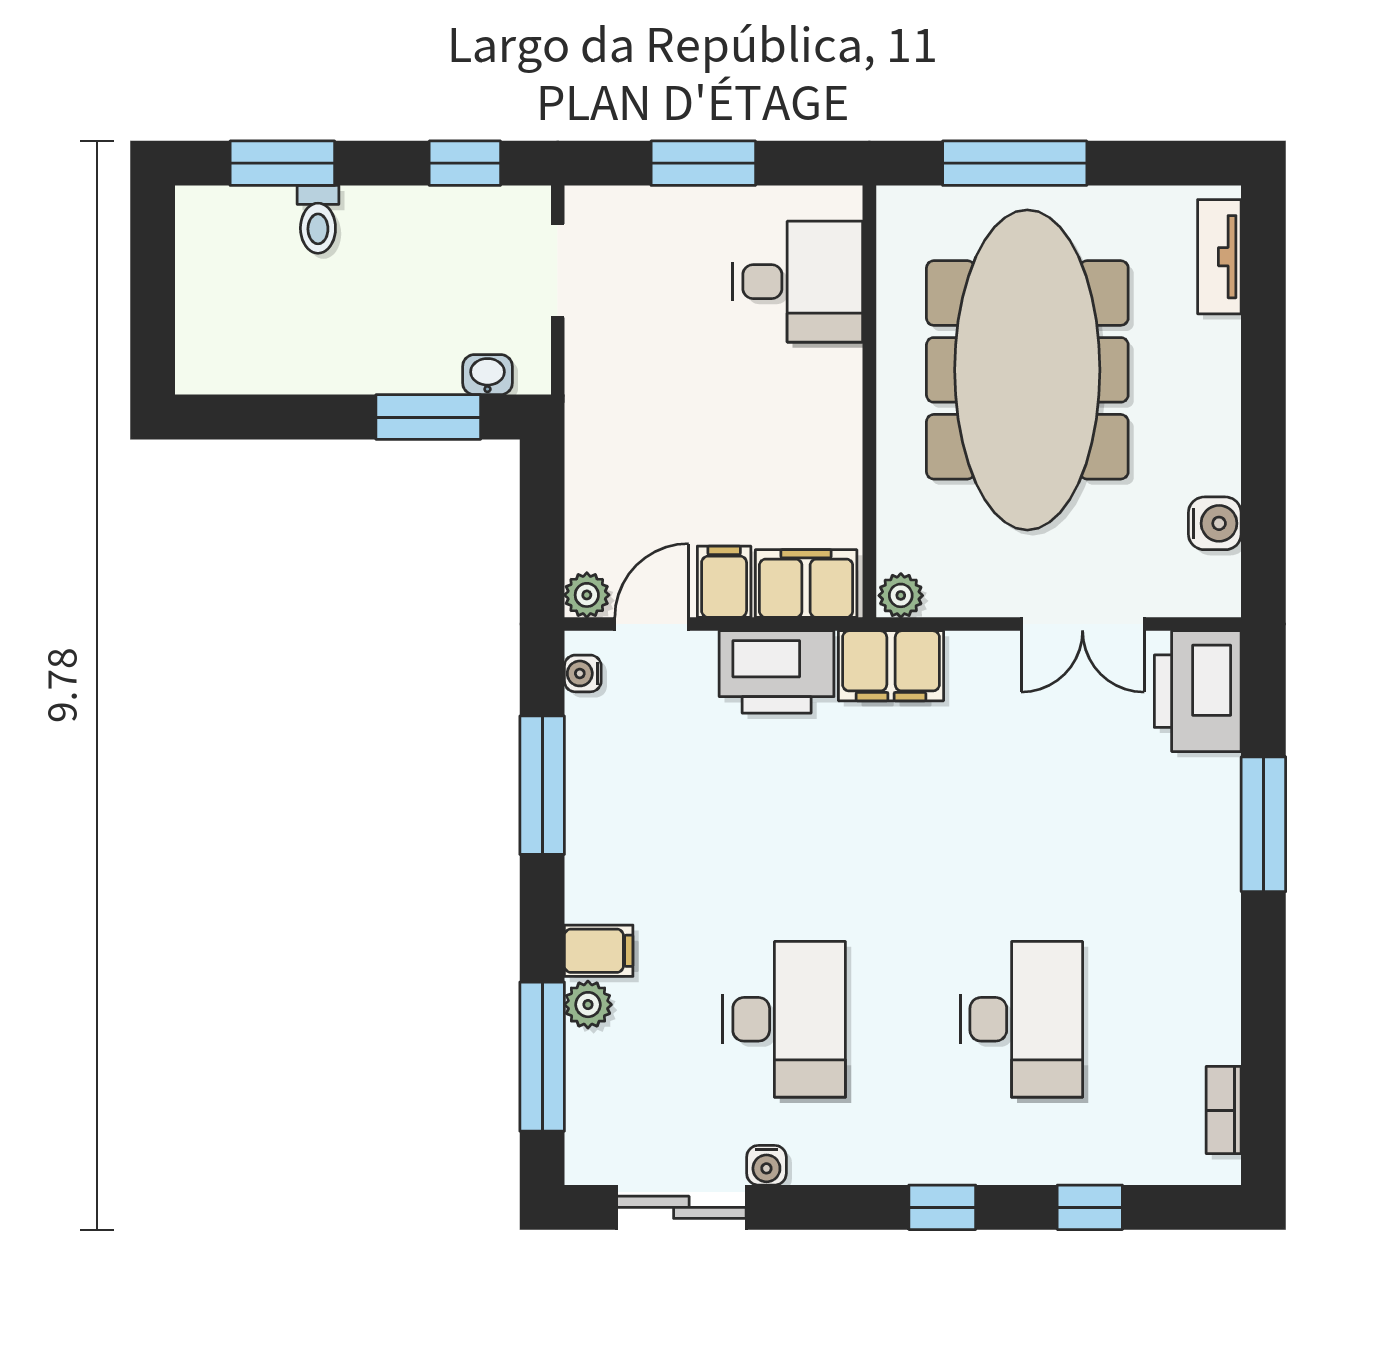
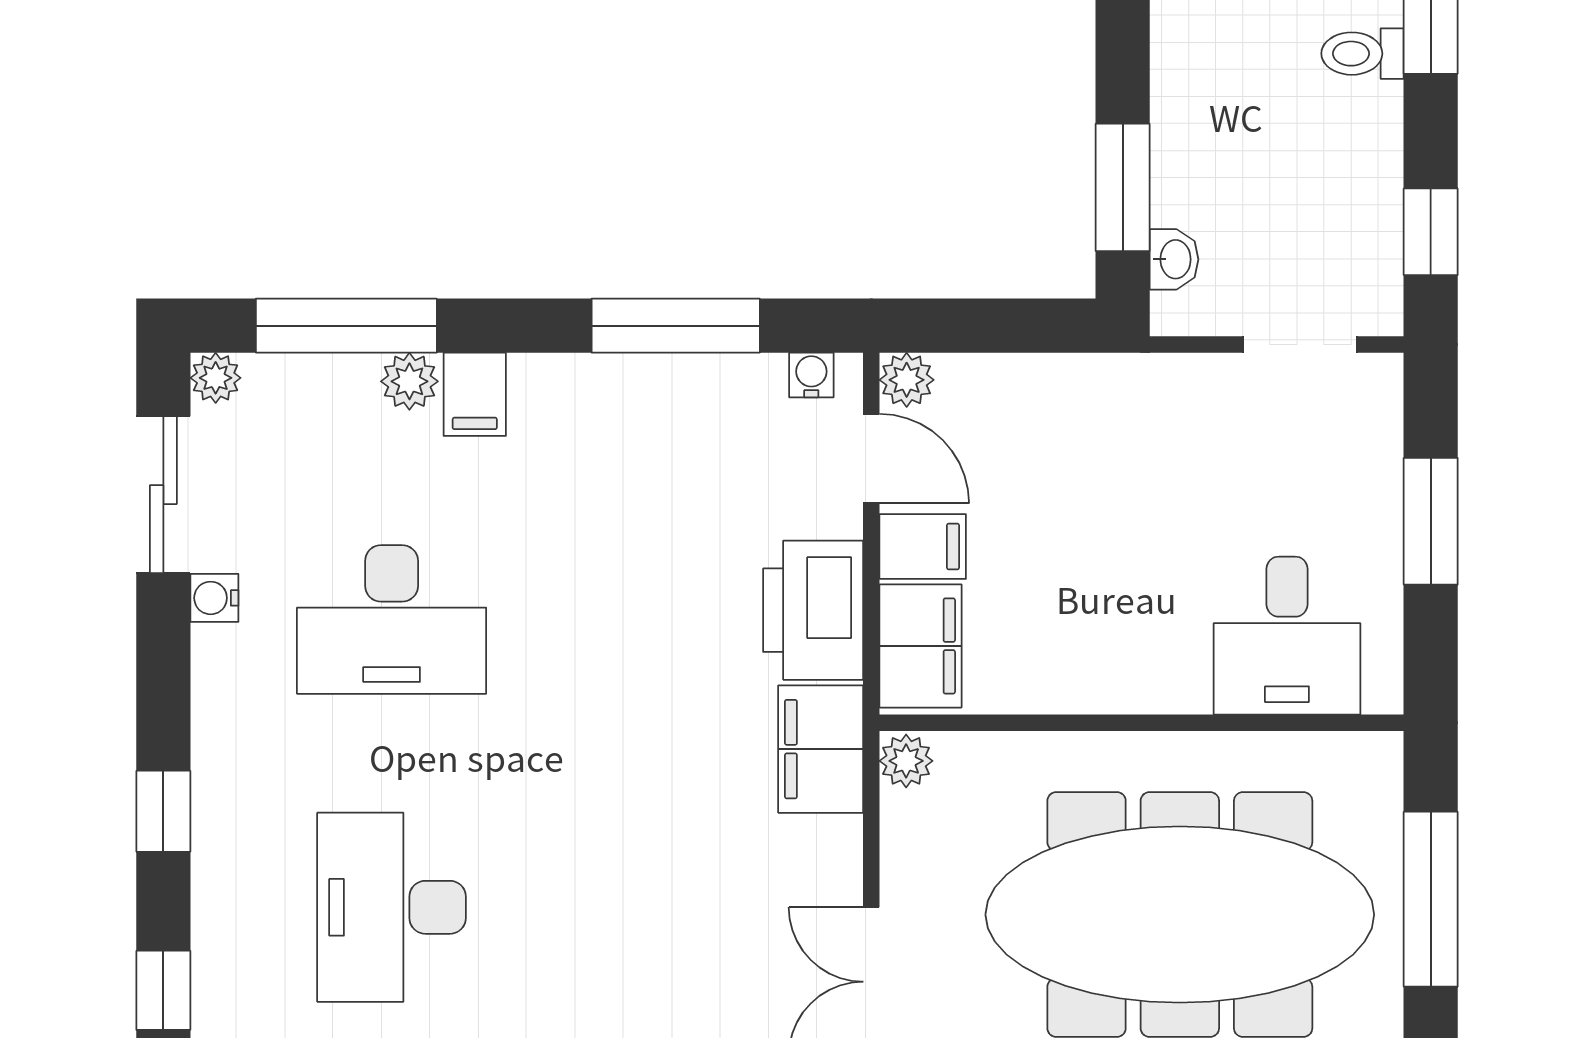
desk: (1021, 1019) -> (392, 907), turned 90
plant: (585, 1164) -> (216, 378), added

